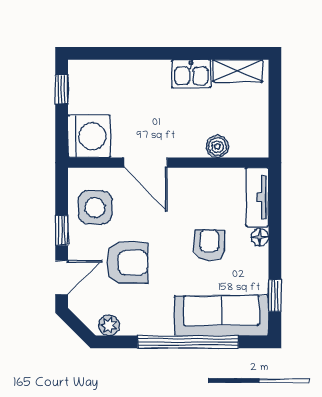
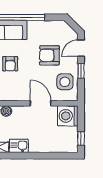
plant: (109, 325) -> (58, 25), removed

